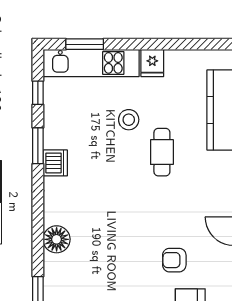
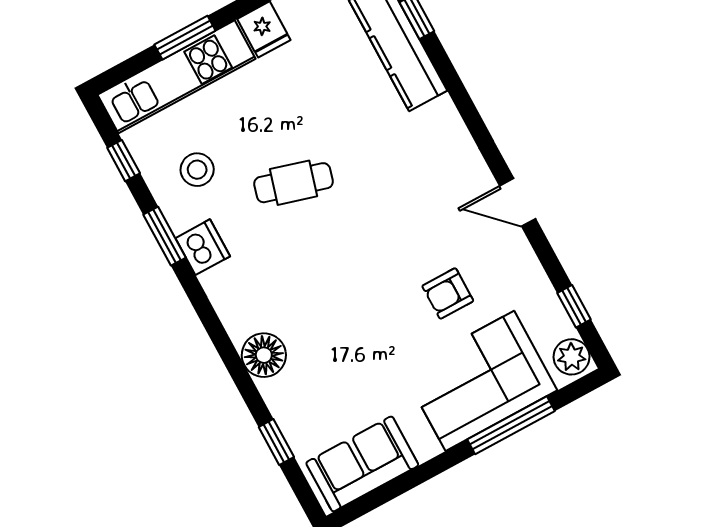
window: (85, 44) -> (185, 38), moved
stool: (129, 120) -> (197, 170), moved
cafe table: (162, 152) -> (293, 183), moved, turned -74

